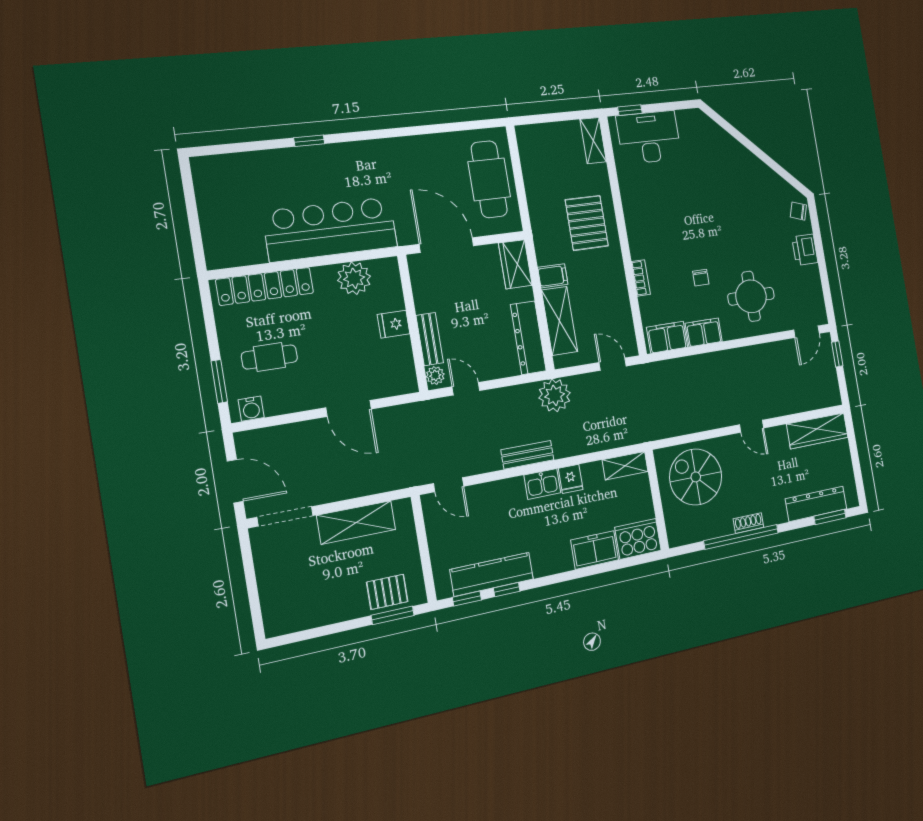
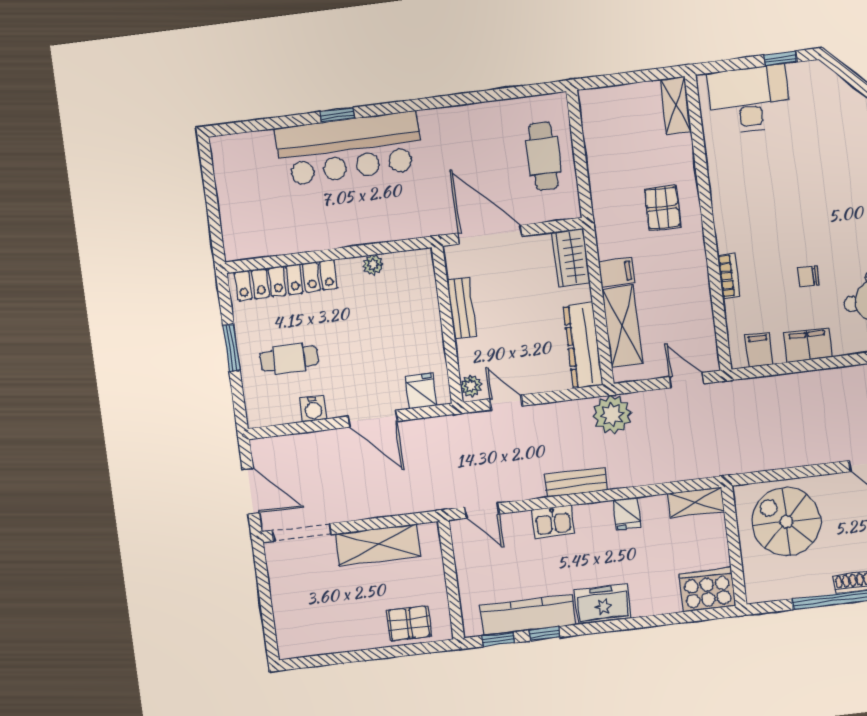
window: (630, 110) -> (780, 59), moved
cafe table: (489, 179) -> (543, 156), width x0.73, depth x0.74
pallet: (587, 223) -> (662, 208), width x0.67, depth x0.71
bar counter: (331, 229) -> (349, 148), moved, turned 180
plant: (354, 278) -> (373, 265), width x0.53, depth x0.53
chair: (701, 278) -> (808, 276), turned 90
fridge: (394, 324) -> (421, 391), moved, turned 90
filing cabinet: (667, 337) -> (759, 350), width x0.50
bench: (430, 339) -> (462, 308), moved
window: (219, 381) -> (231, 348), moved
water cooler: (251, 409) -> (313, 409), moved
kitchen sink: (542, 484) -> (553, 522), moved
freezer: (595, 550) -> (603, 604), moved
window: (393, 615) -> (414, 649), removed

